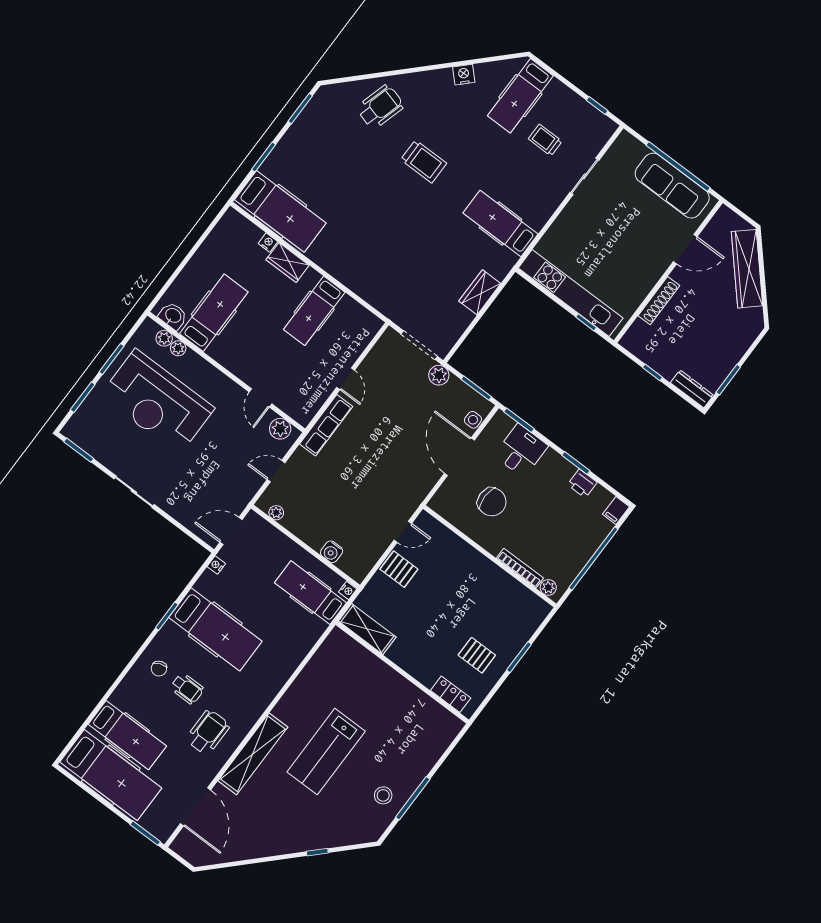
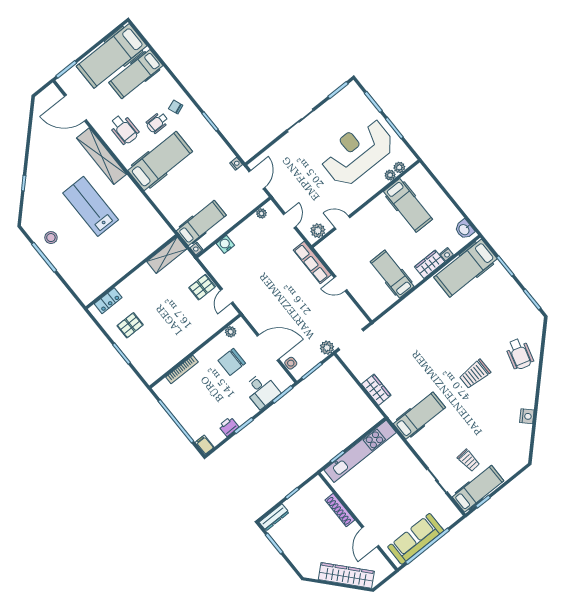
hospital bed: (520, 96) -> (478, 489), moved, turned 90
trolley: (545, 140) -> (468, 460), turned 85
washbasin: (173, 316) -> (464, 229), moved, turned 90
plant: (548, 588) -> (231, 332), moved
hospital bed: (215, 629) -> (160, 161), moved, turned 180

